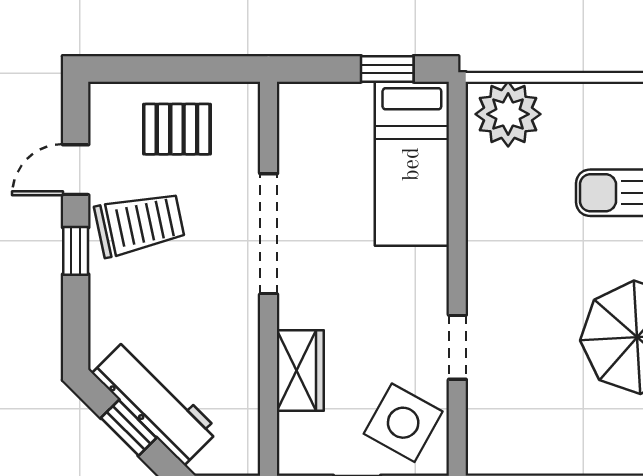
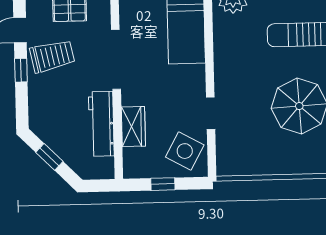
workbench: (155, 402) -> (101, 124), moved, turned -135

